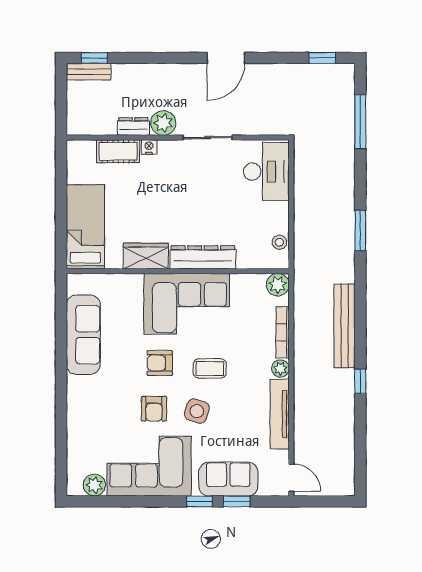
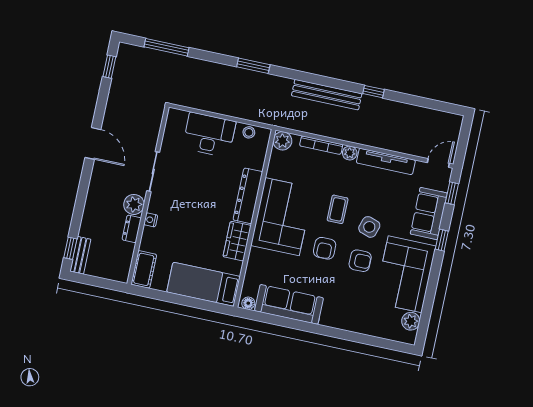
cot: (118, 151) -> (144, 269), moved
desk: (266, 172) -> (209, 135), moved
floor lamp: (74, 285) -> (248, 303), added
window: (237, 501) -> (452, 193), moved

